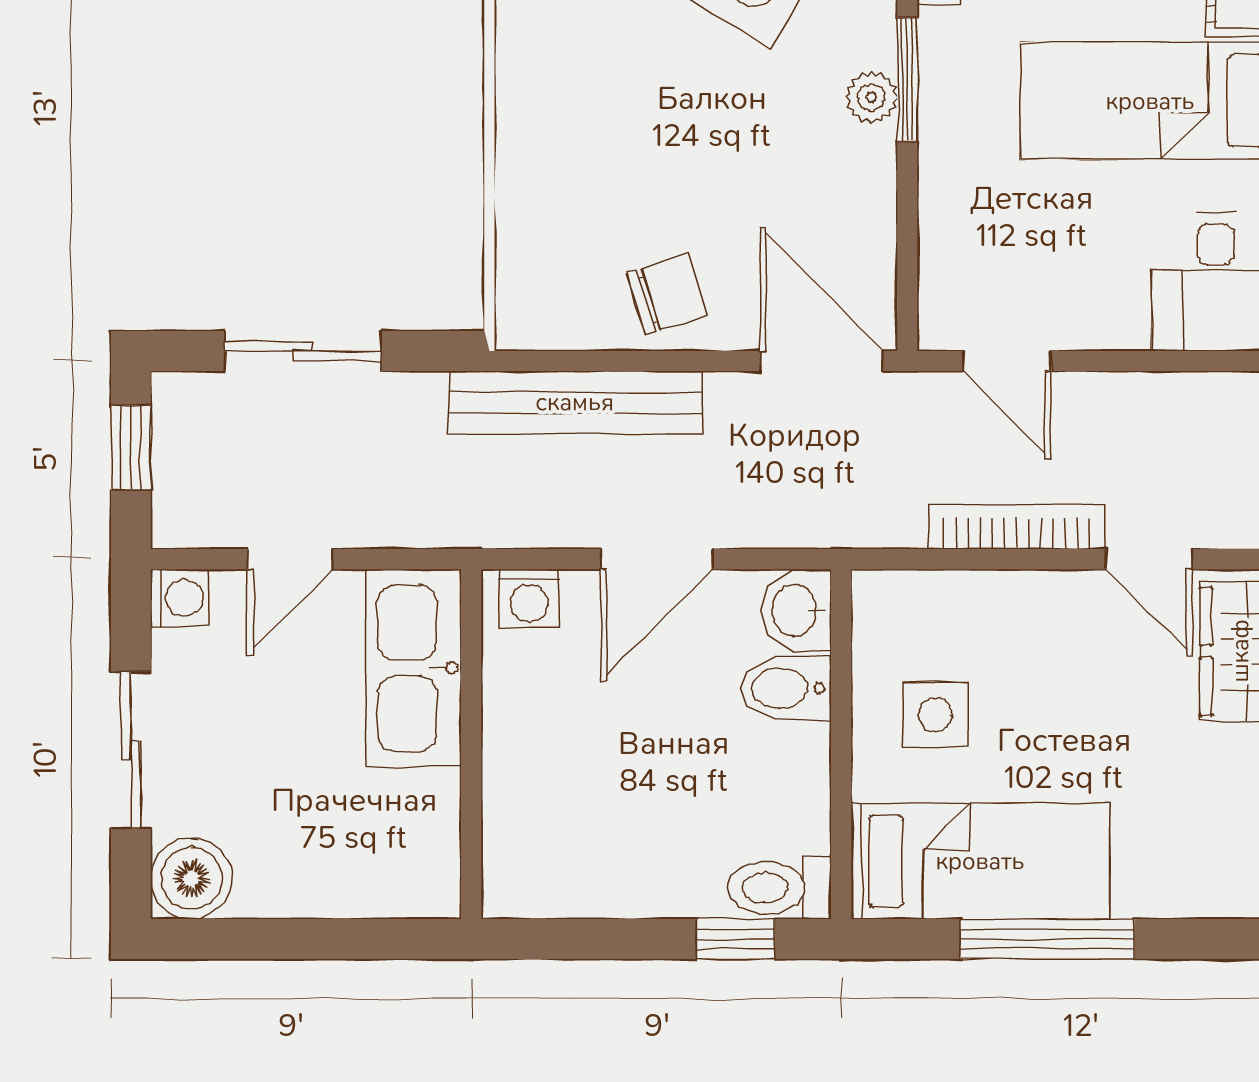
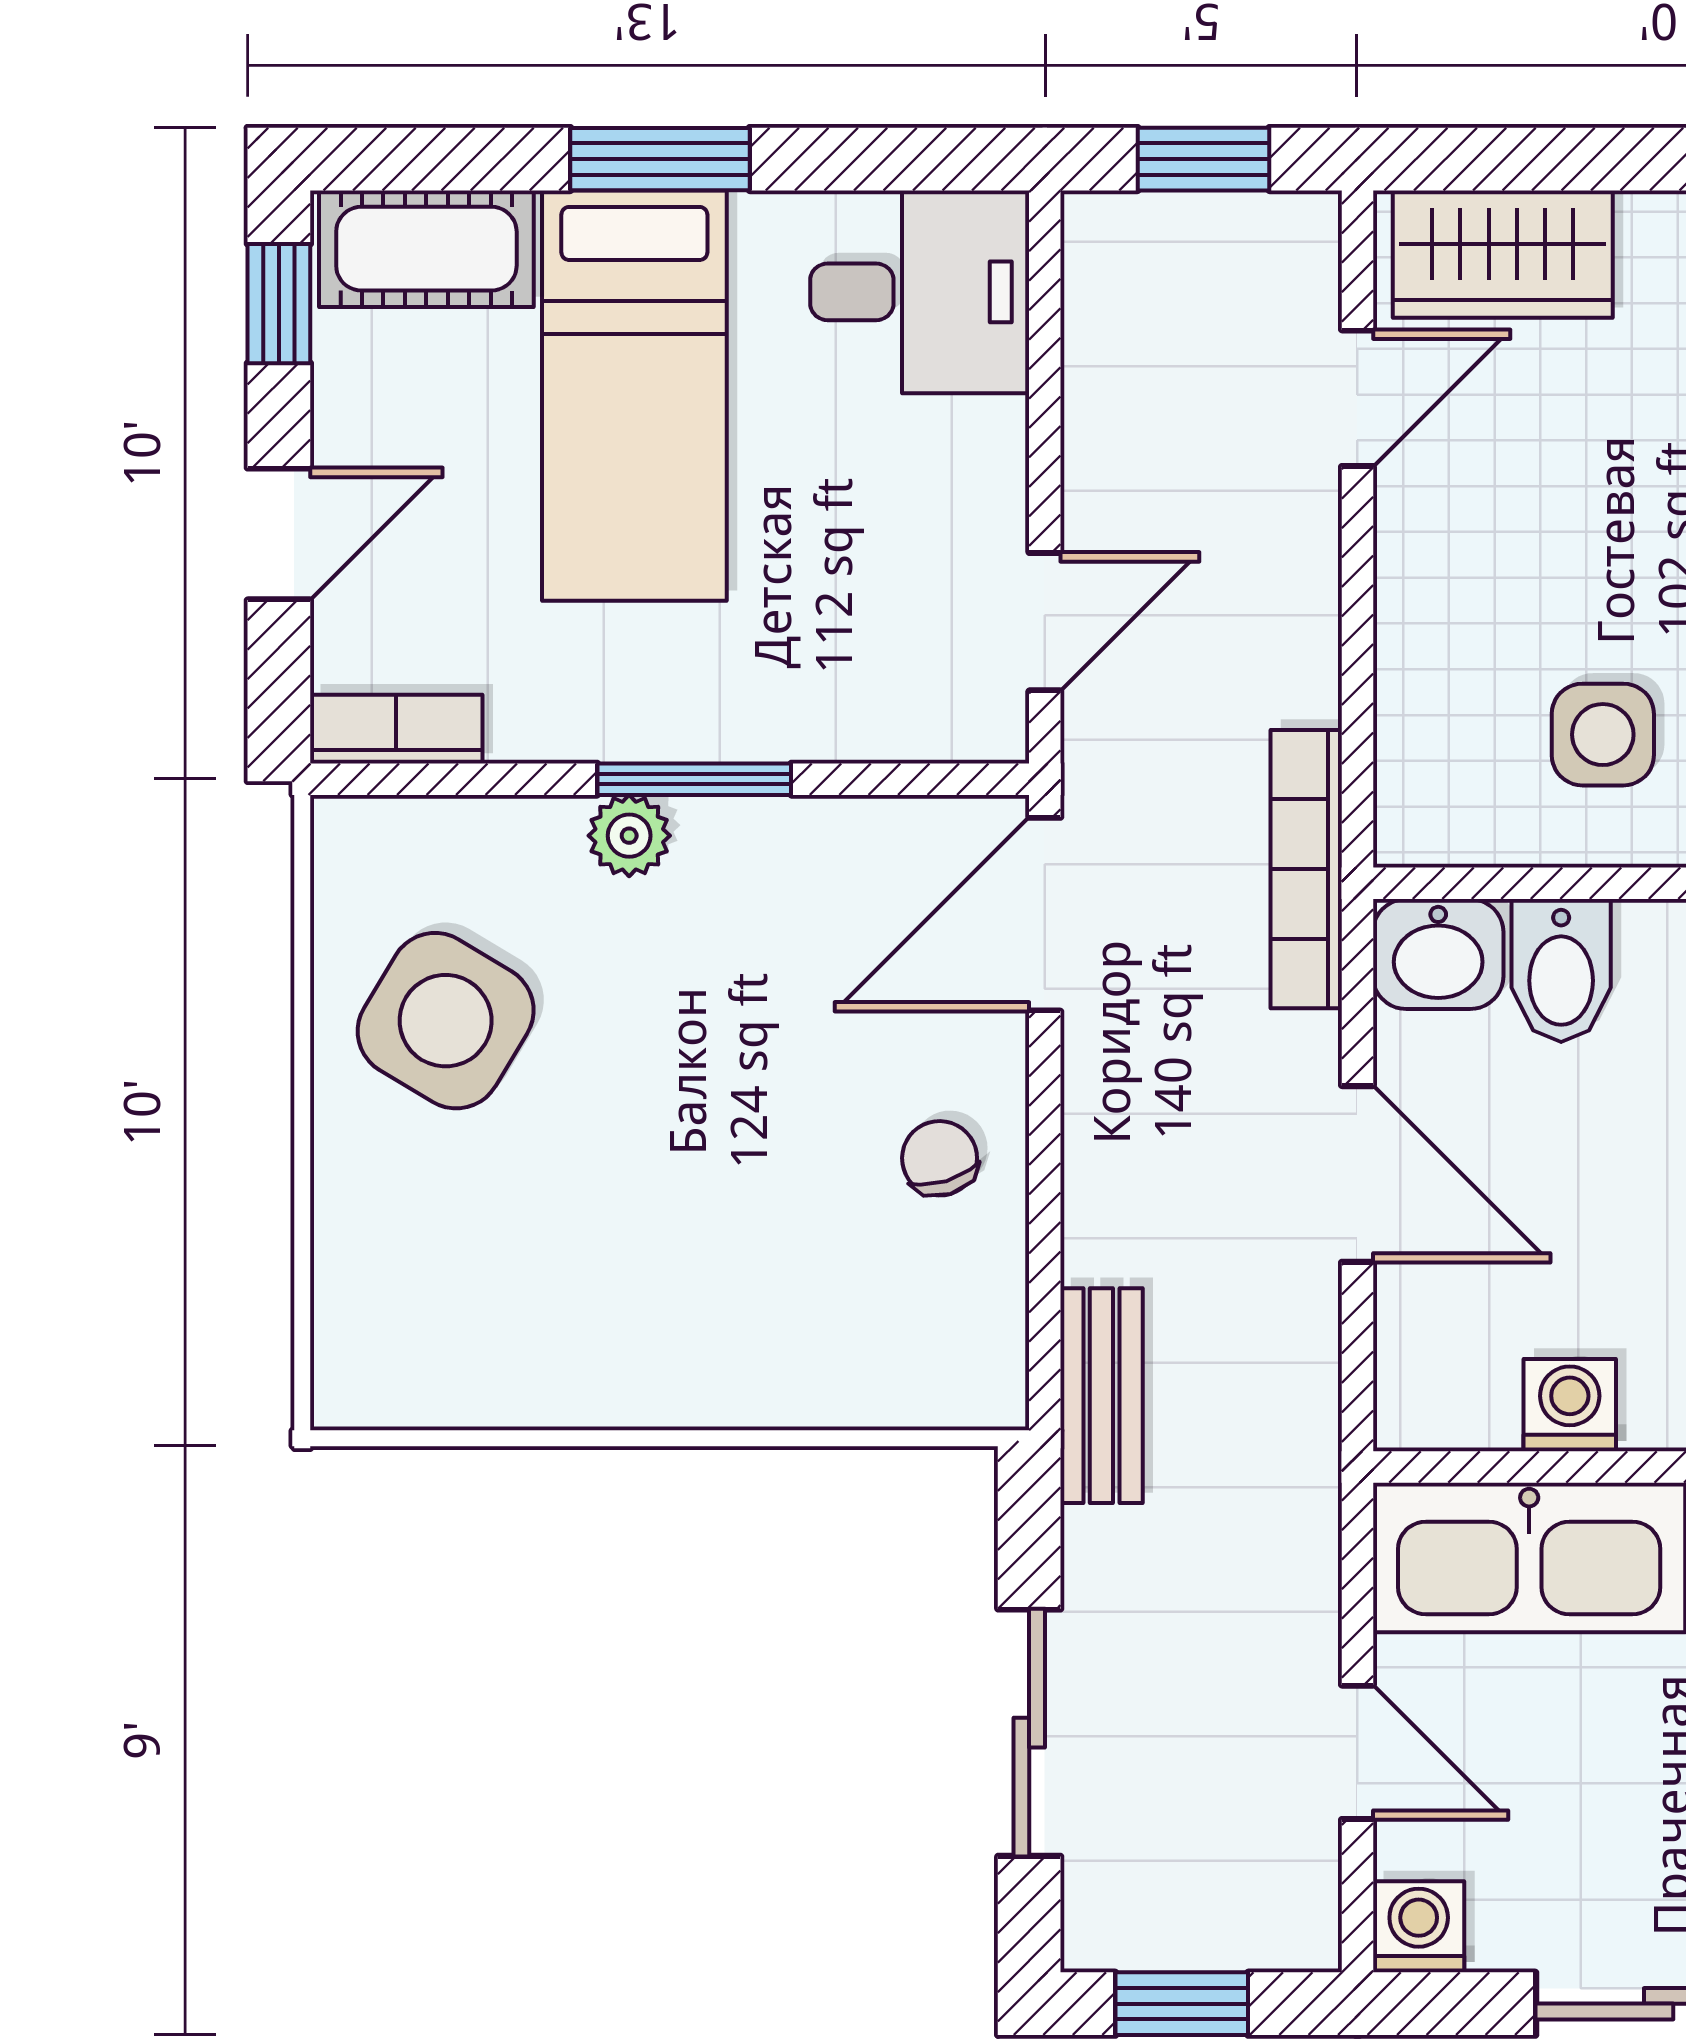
window: (907, 79) -> (694, 779), moved
chair: (667, 294) -> (940, 1158), width x0.73, depth x0.73
bench: (575, 402) -> (1101, 1396), width x0.54, depth x0.82
bookcase: (1017, 527) -> (1306, 869), moved
washing machine: (529, 598) -> (1570, 1405), moved, turned -90

